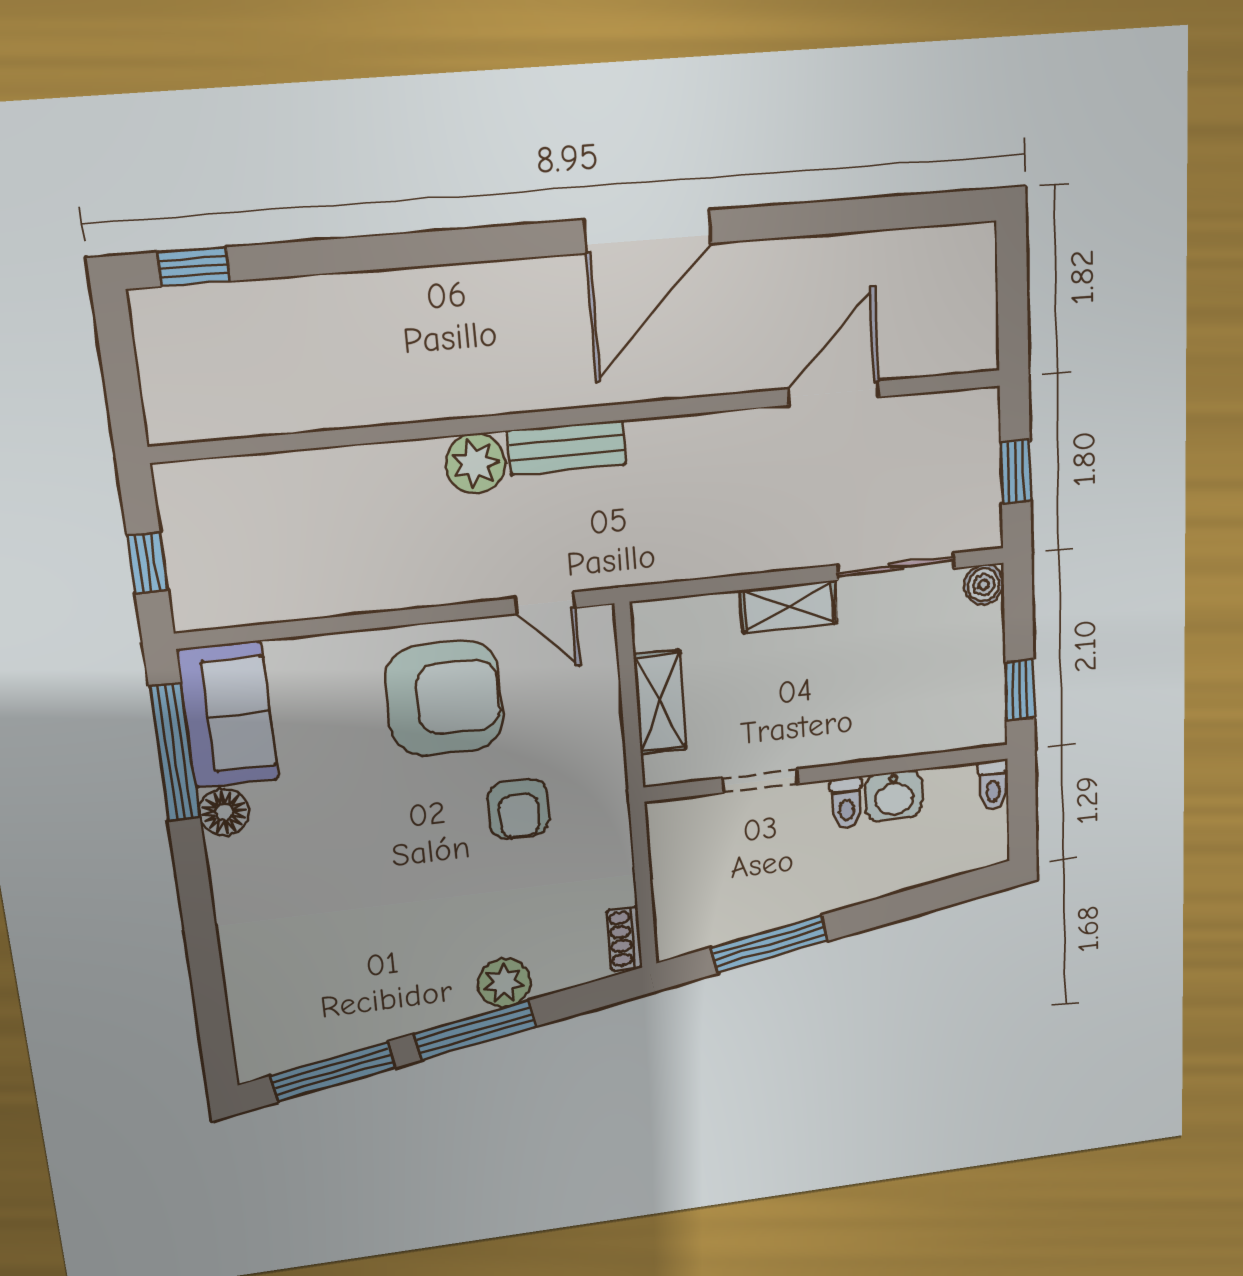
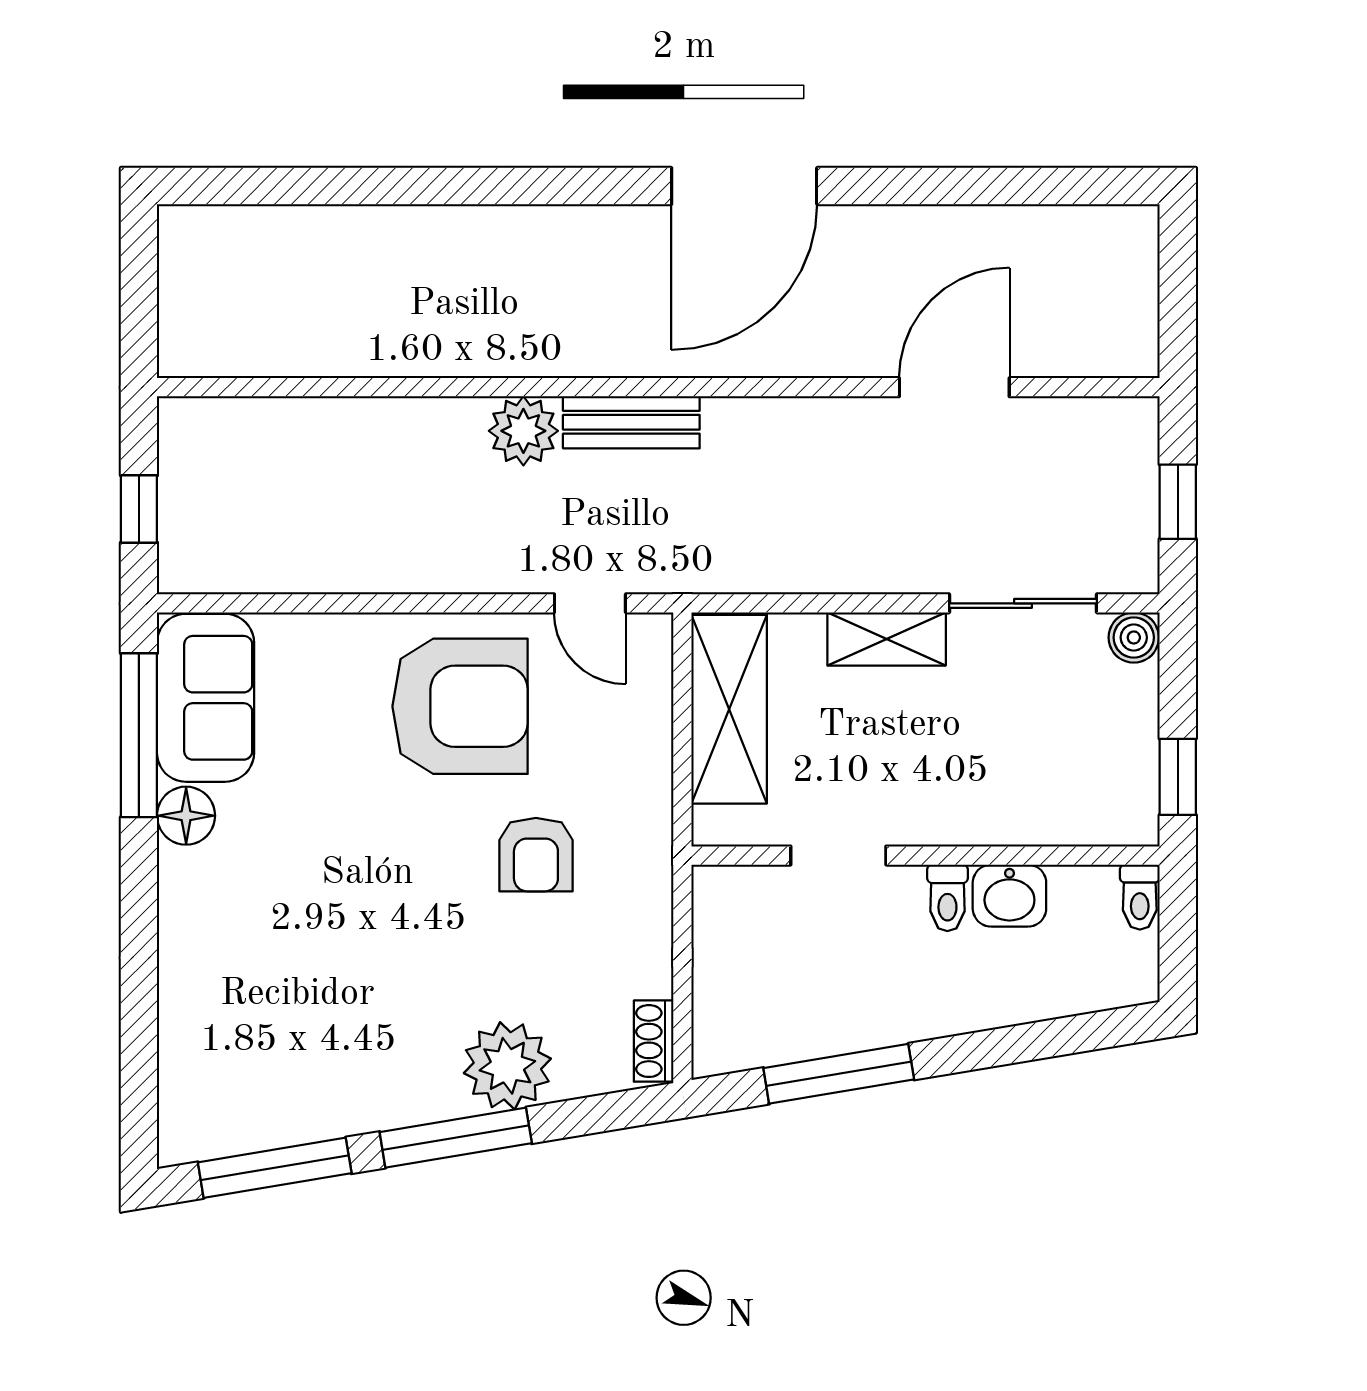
window: (194, 267) -> (234, 186), removed
shelving: (660, 702) -> (729, 709), width x1.50, depth x1.33
plant: (504, 983) -> (507, 1066), width x1.36, depth x1.36

